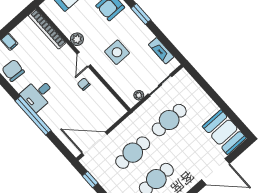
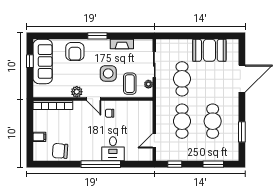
fireplace: (161, 51) -> (122, 44), moved
coffee table: (125, 79) -> (130, 84), added
desk: (38, 94) -> (113, 149), moved
booth: (224, 132) -> (209, 50), moved
door: (94, 144) -> (154, 141), width x0.53

